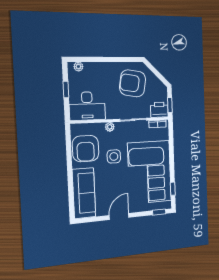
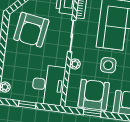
armchair: (86, 149) -> (94, 95), turned -90
window: (69, 150) -> (92, 113), added

